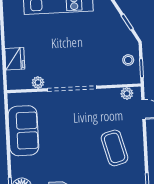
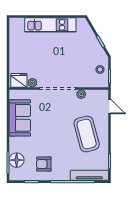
fridge: (15, 59) -> (19, 80), moved, turned -90
plant: (127, 93) -> (81, 94), moved
coffee table: (115, 148) -> (87, 134), width x1.36, depth x1.32

